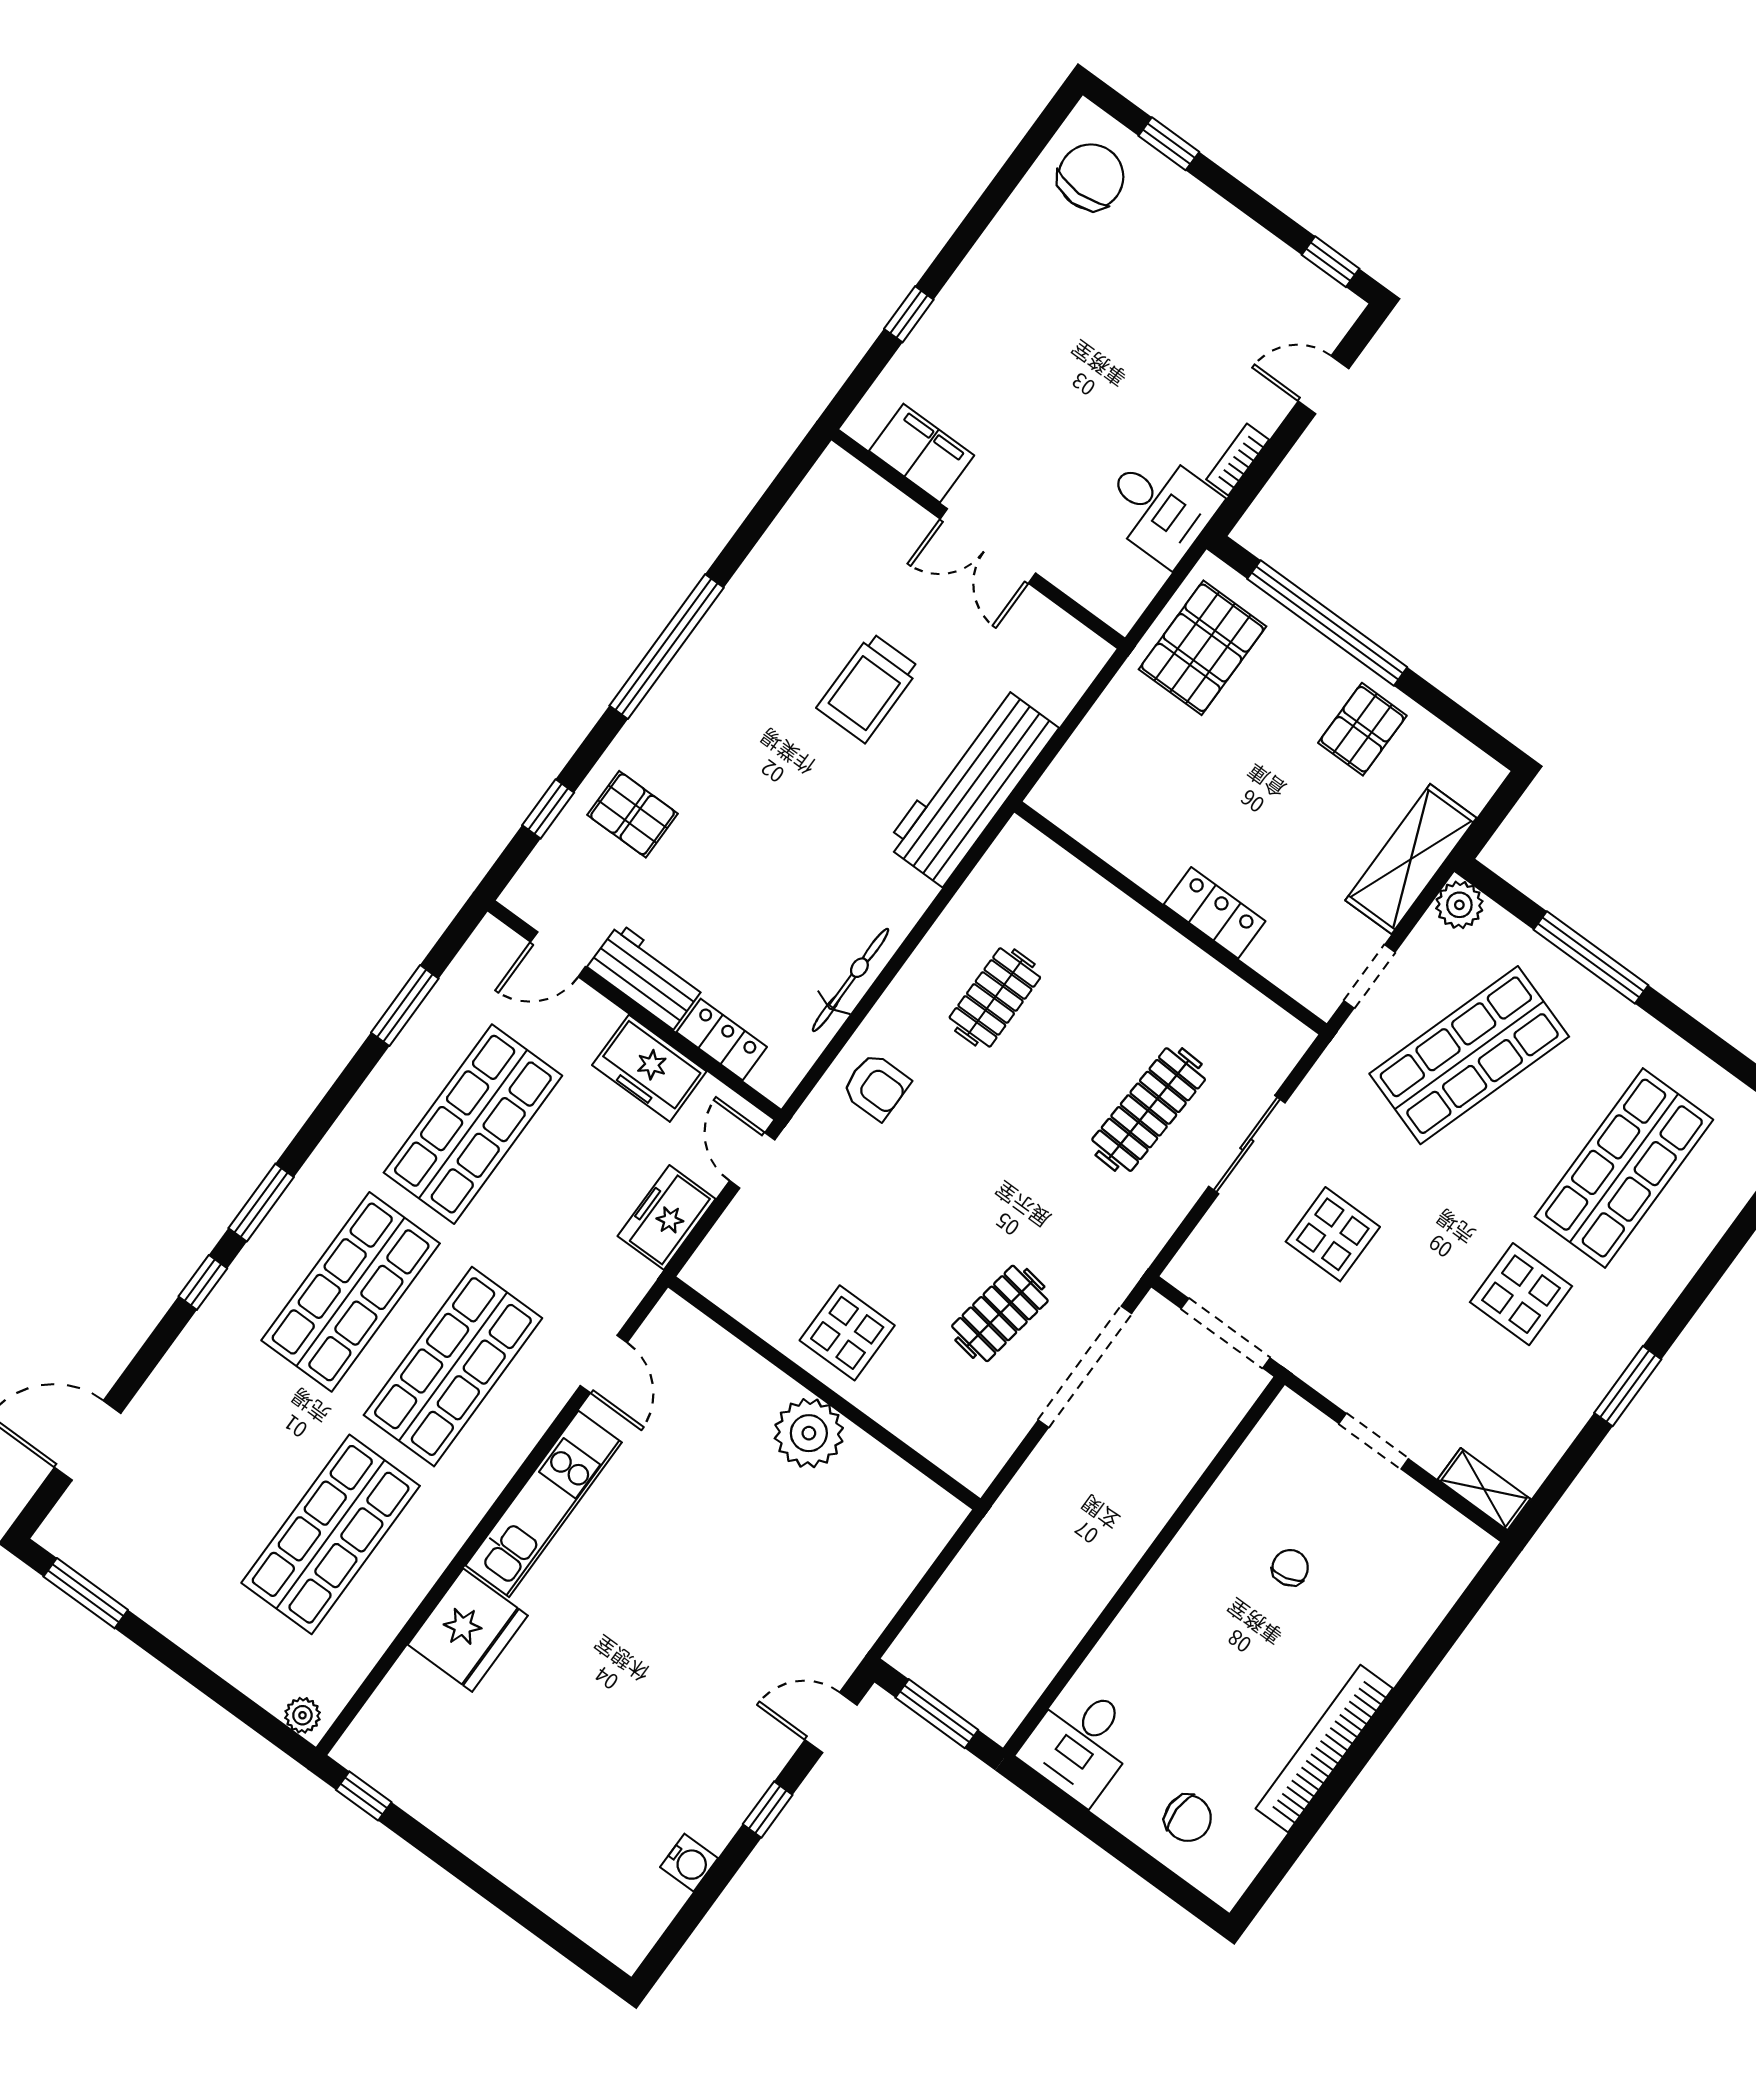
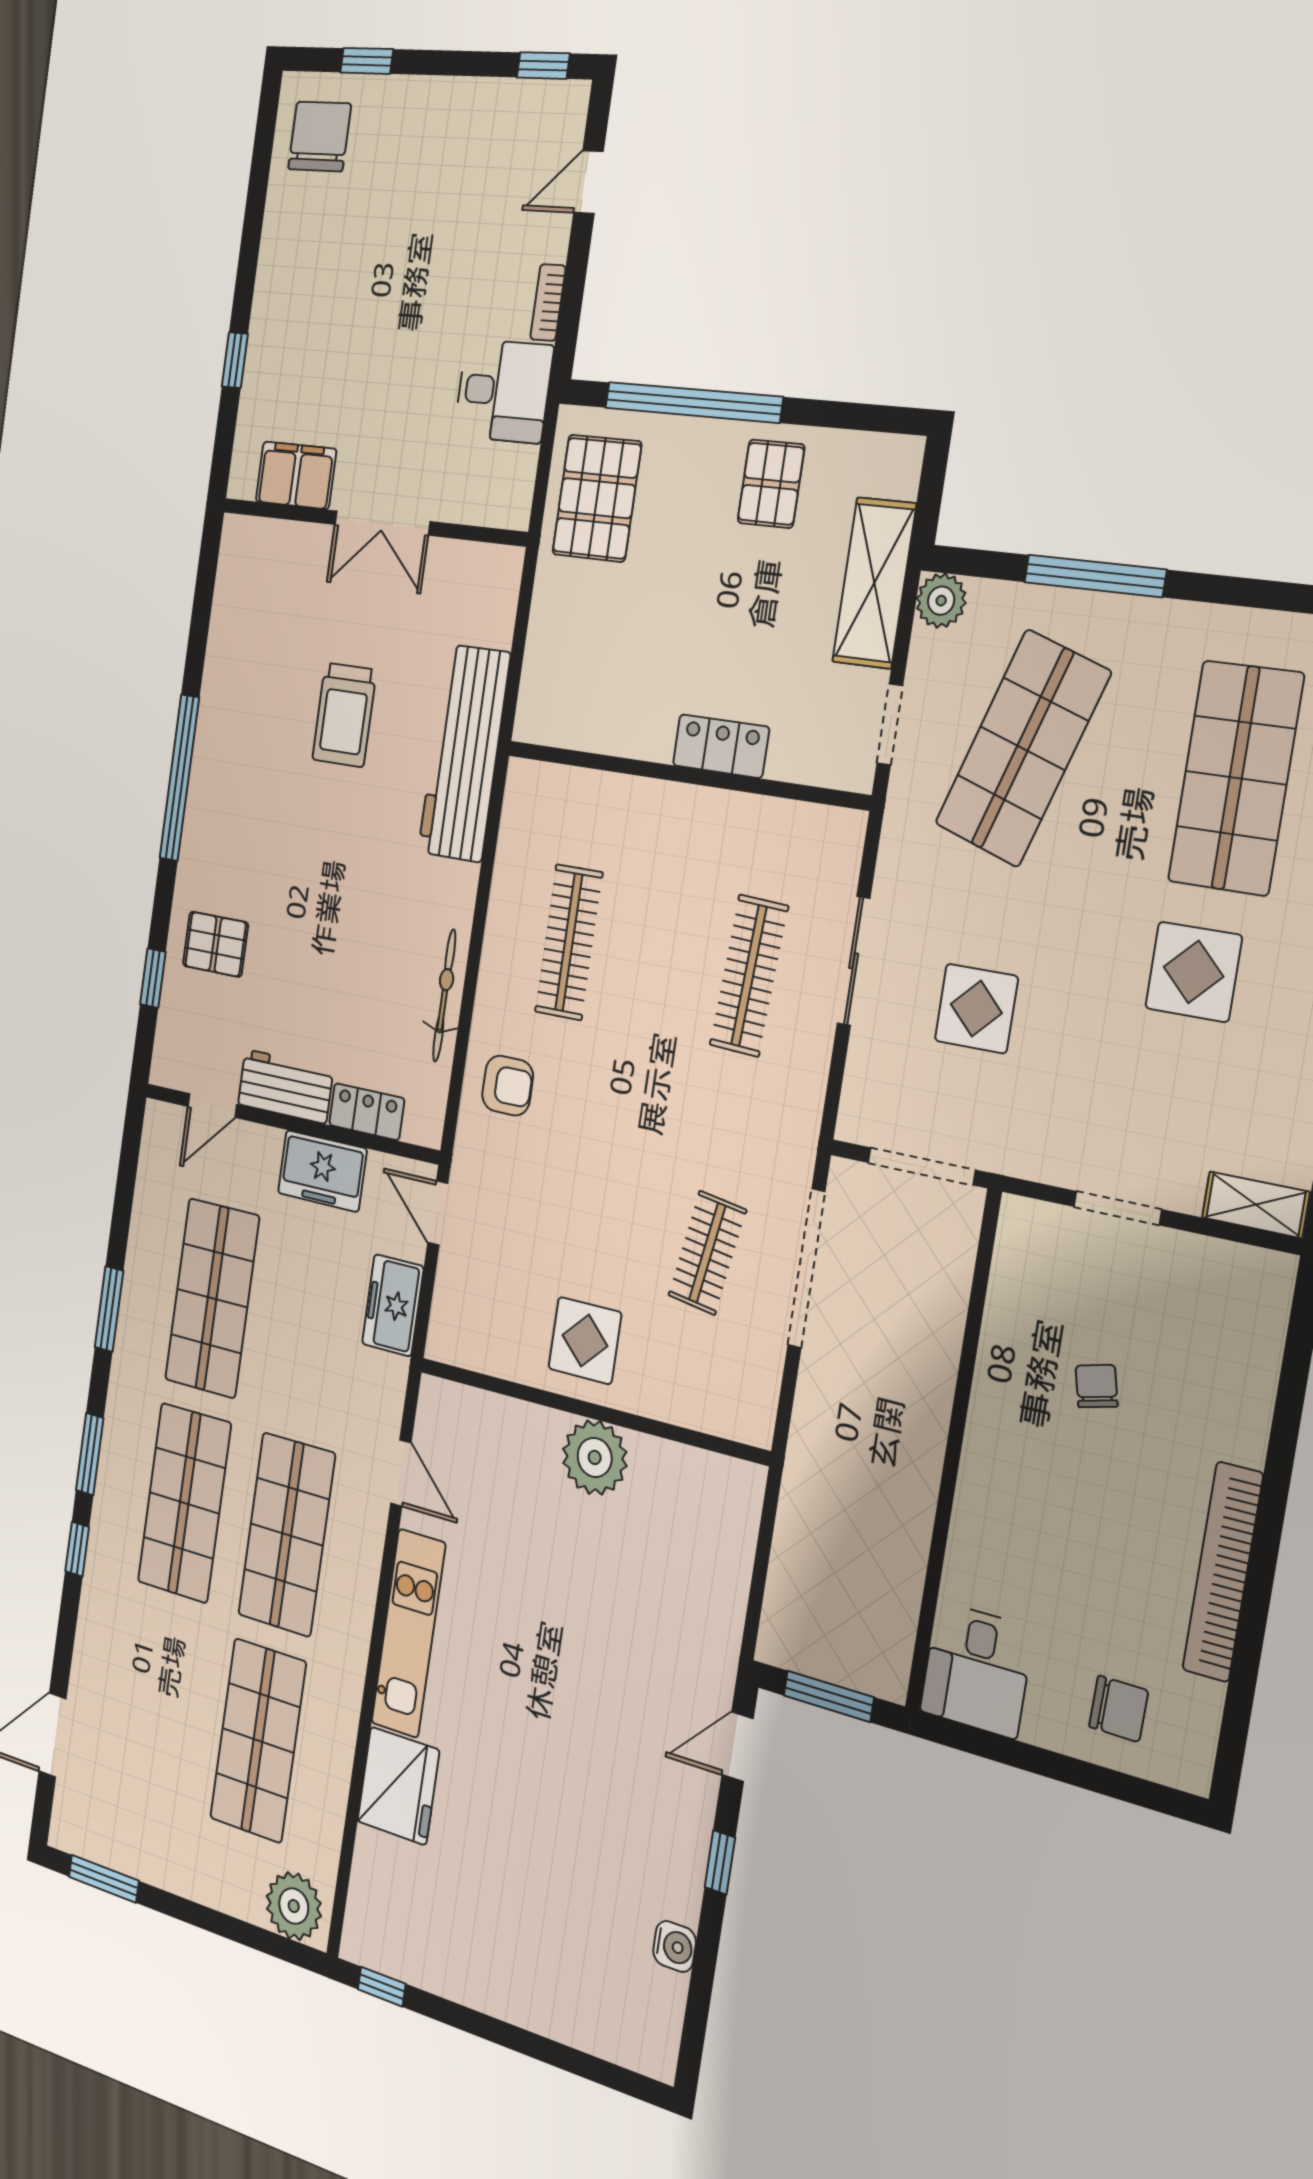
clothes rail: (995, 997) -> (569, 942), width x1.36
window: (405, 1006) -> (109, 1309), moved
plant: (302, 1715) -> (294, 1906), width x1.87, depth x1.87

